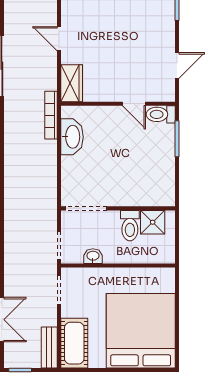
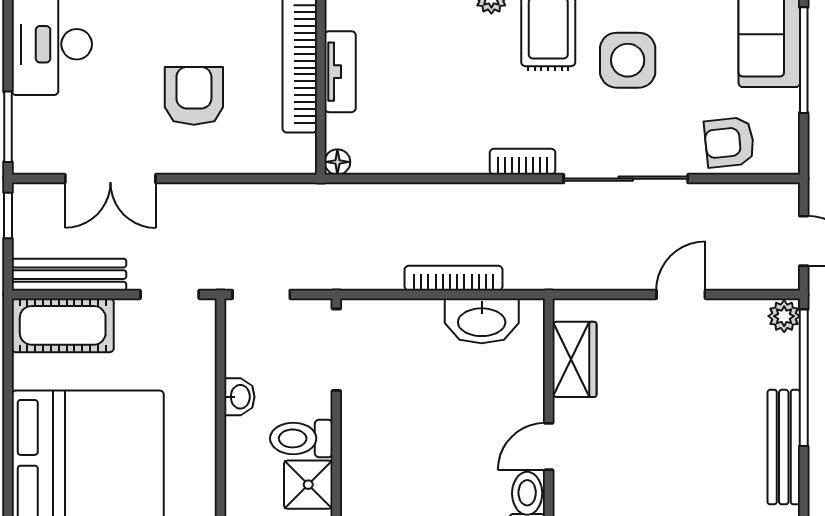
wardrobe: (72, 83) -> (574, 359), moved, turned -90
bookcase: (51, 115) -> (454, 278), moved
washbasin: (93, 256) -> (239, 397), moved
bench: (49, 348) -> (69, 275), width x1.36

